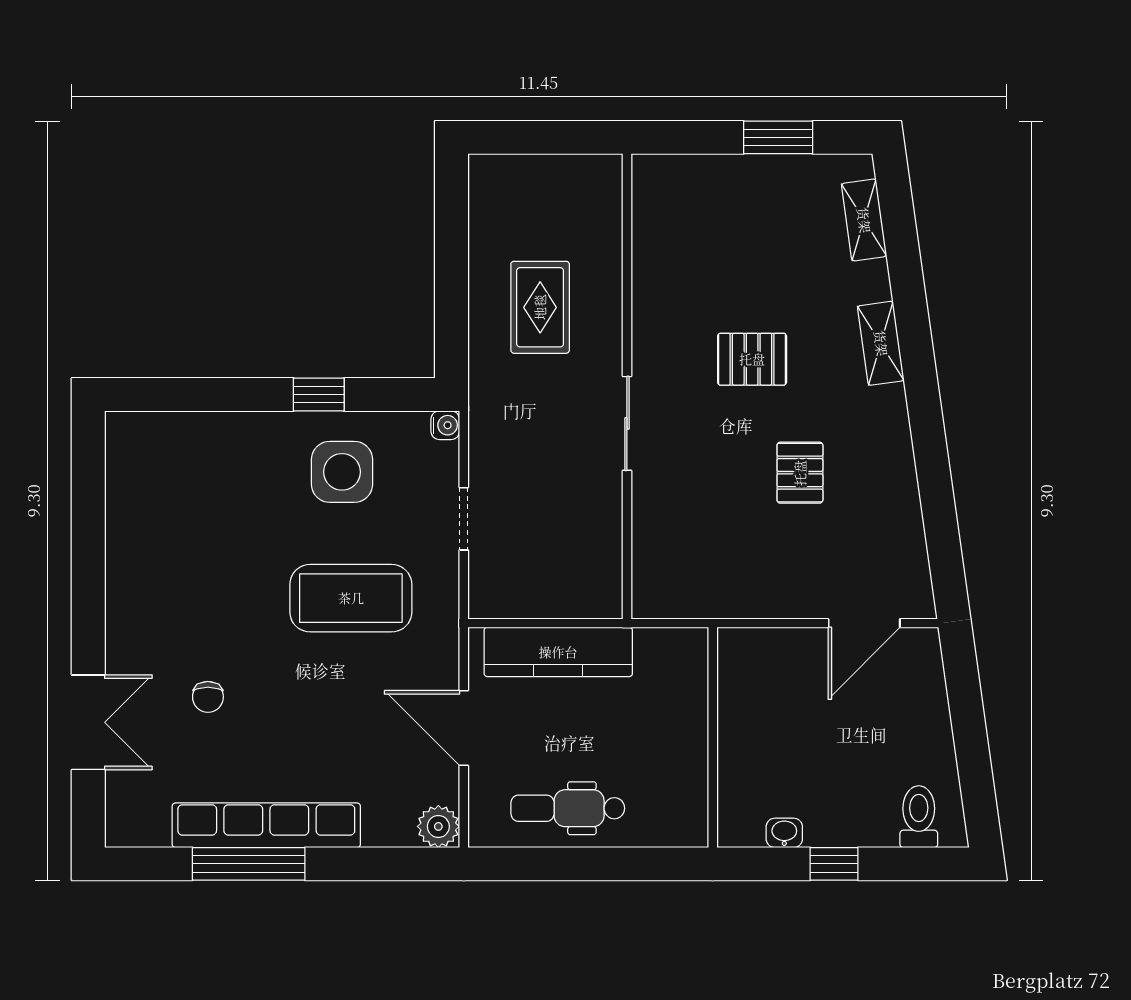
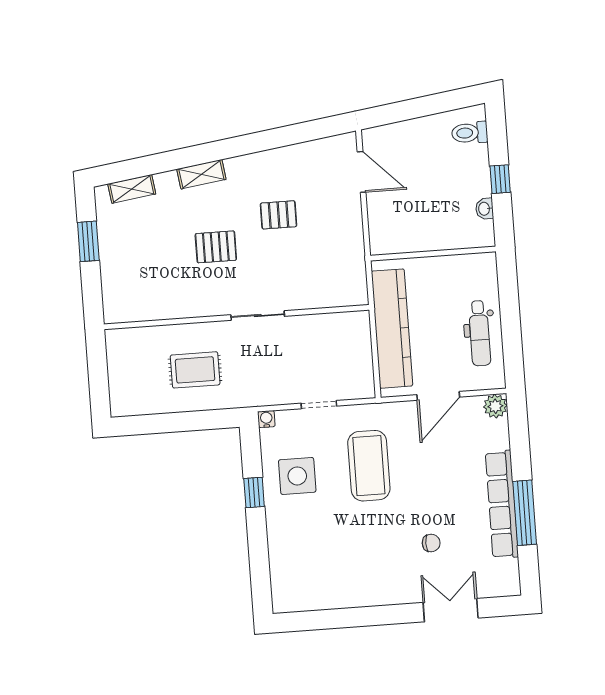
pallet: (752, 359) -> (216, 247), turned 90
kitchen counter: (558, 652) -> (392, 329), width x1.39, depth x1.17

